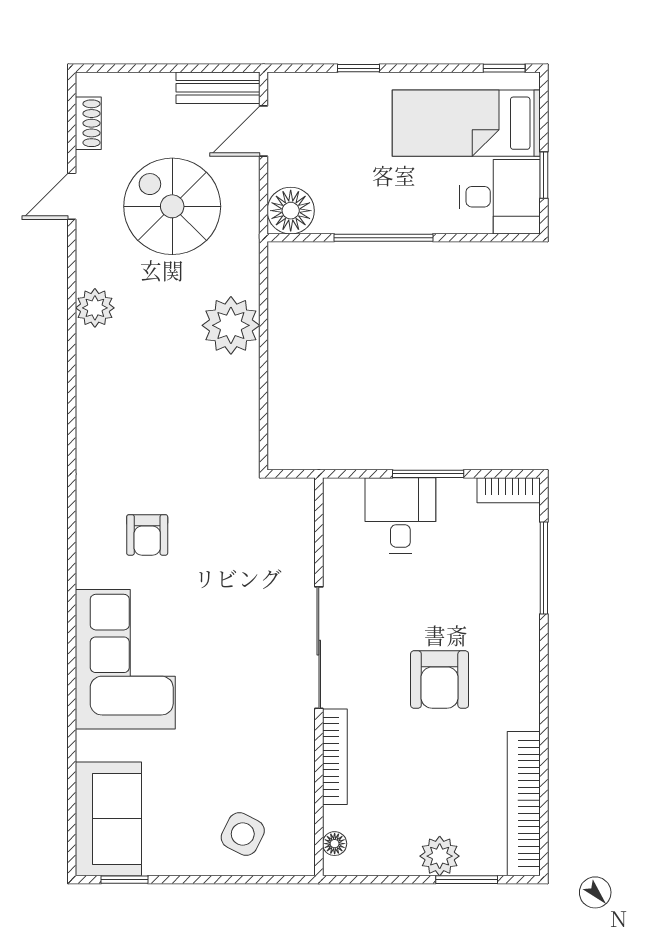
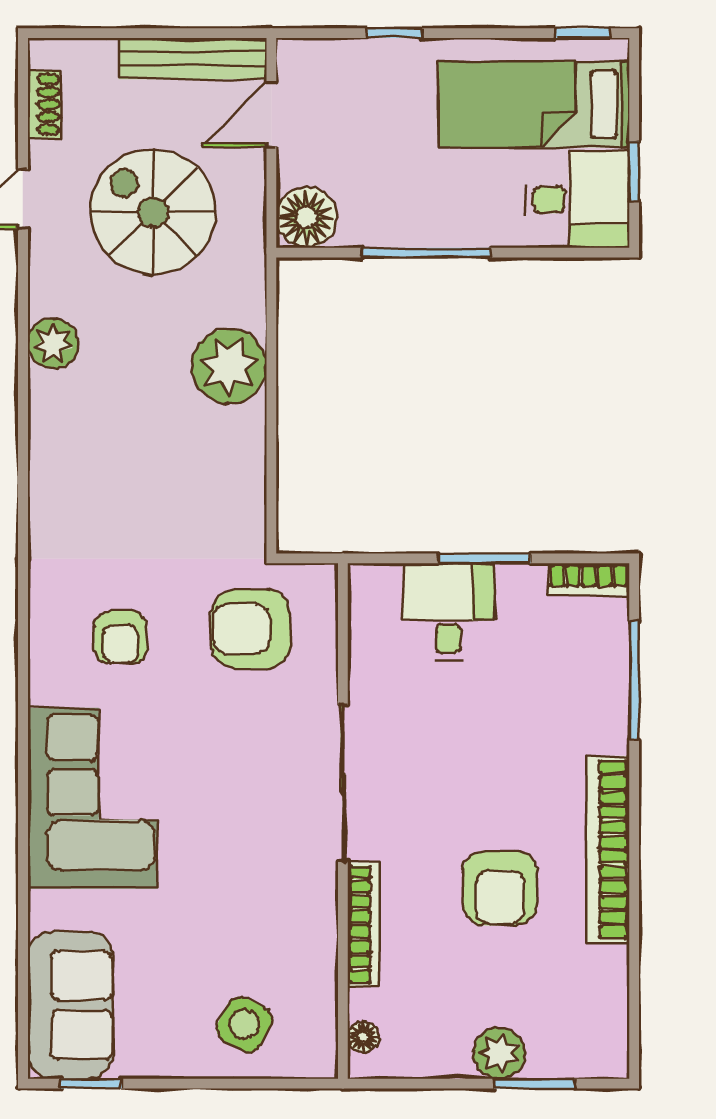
bench: (218, 88) -> (193, 58), width x1.36
armchair: (248, 528) -> (251, 629), added
armchair: (440, 679) -> (500, 888), moved
bookcase: (524, 804) -> (608, 849), moved

